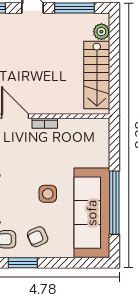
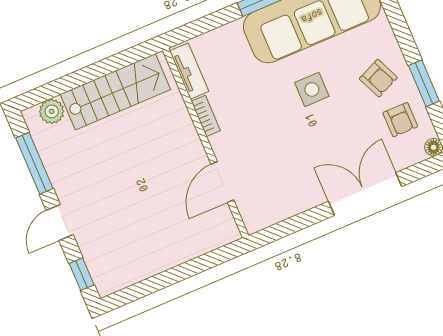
bookcase: (45, 123) -> (206, 116), moved
tv unit: (90, 125) -> (189, 71), added

